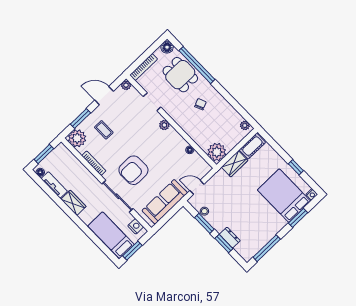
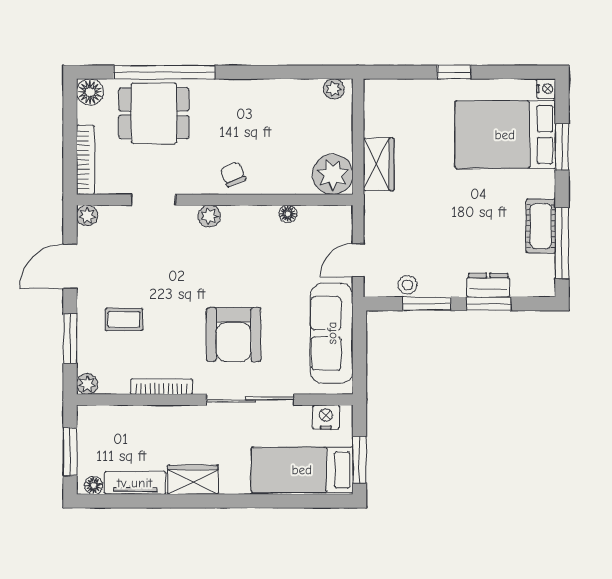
chair: (200, 104) -> (233, 174), moved
plant: (77, 138) -> (87, 384), width x0.53, depth x0.53
cot: (252, 146) -> (541, 226), moved
window: (296, 167) -> (454, 72), moved

